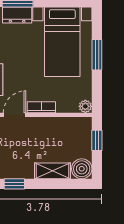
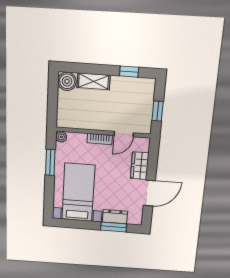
window: (97, 55) -> (50, 162), moved
window: (97, 140) -> (52, 106), removed

